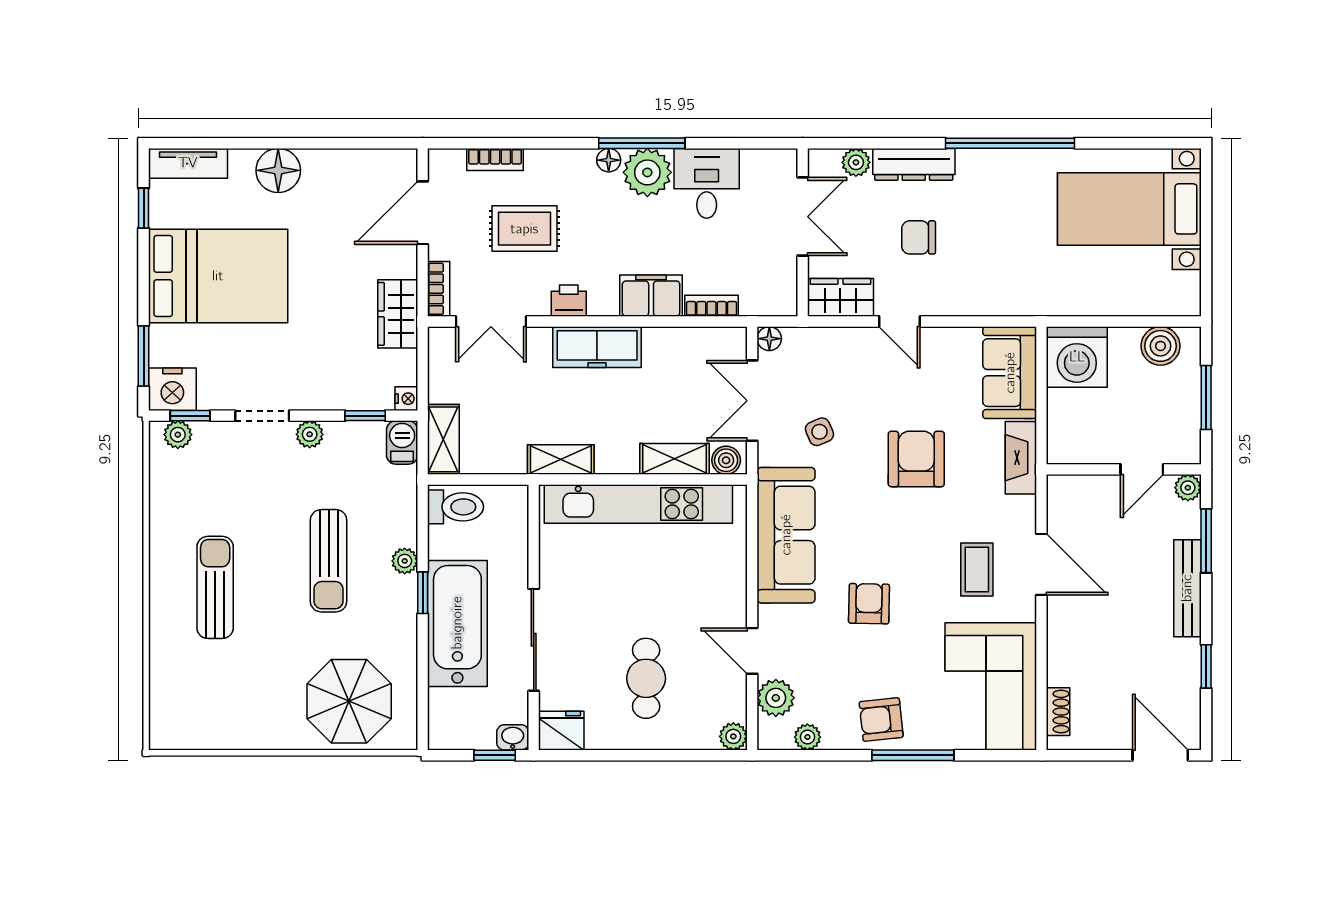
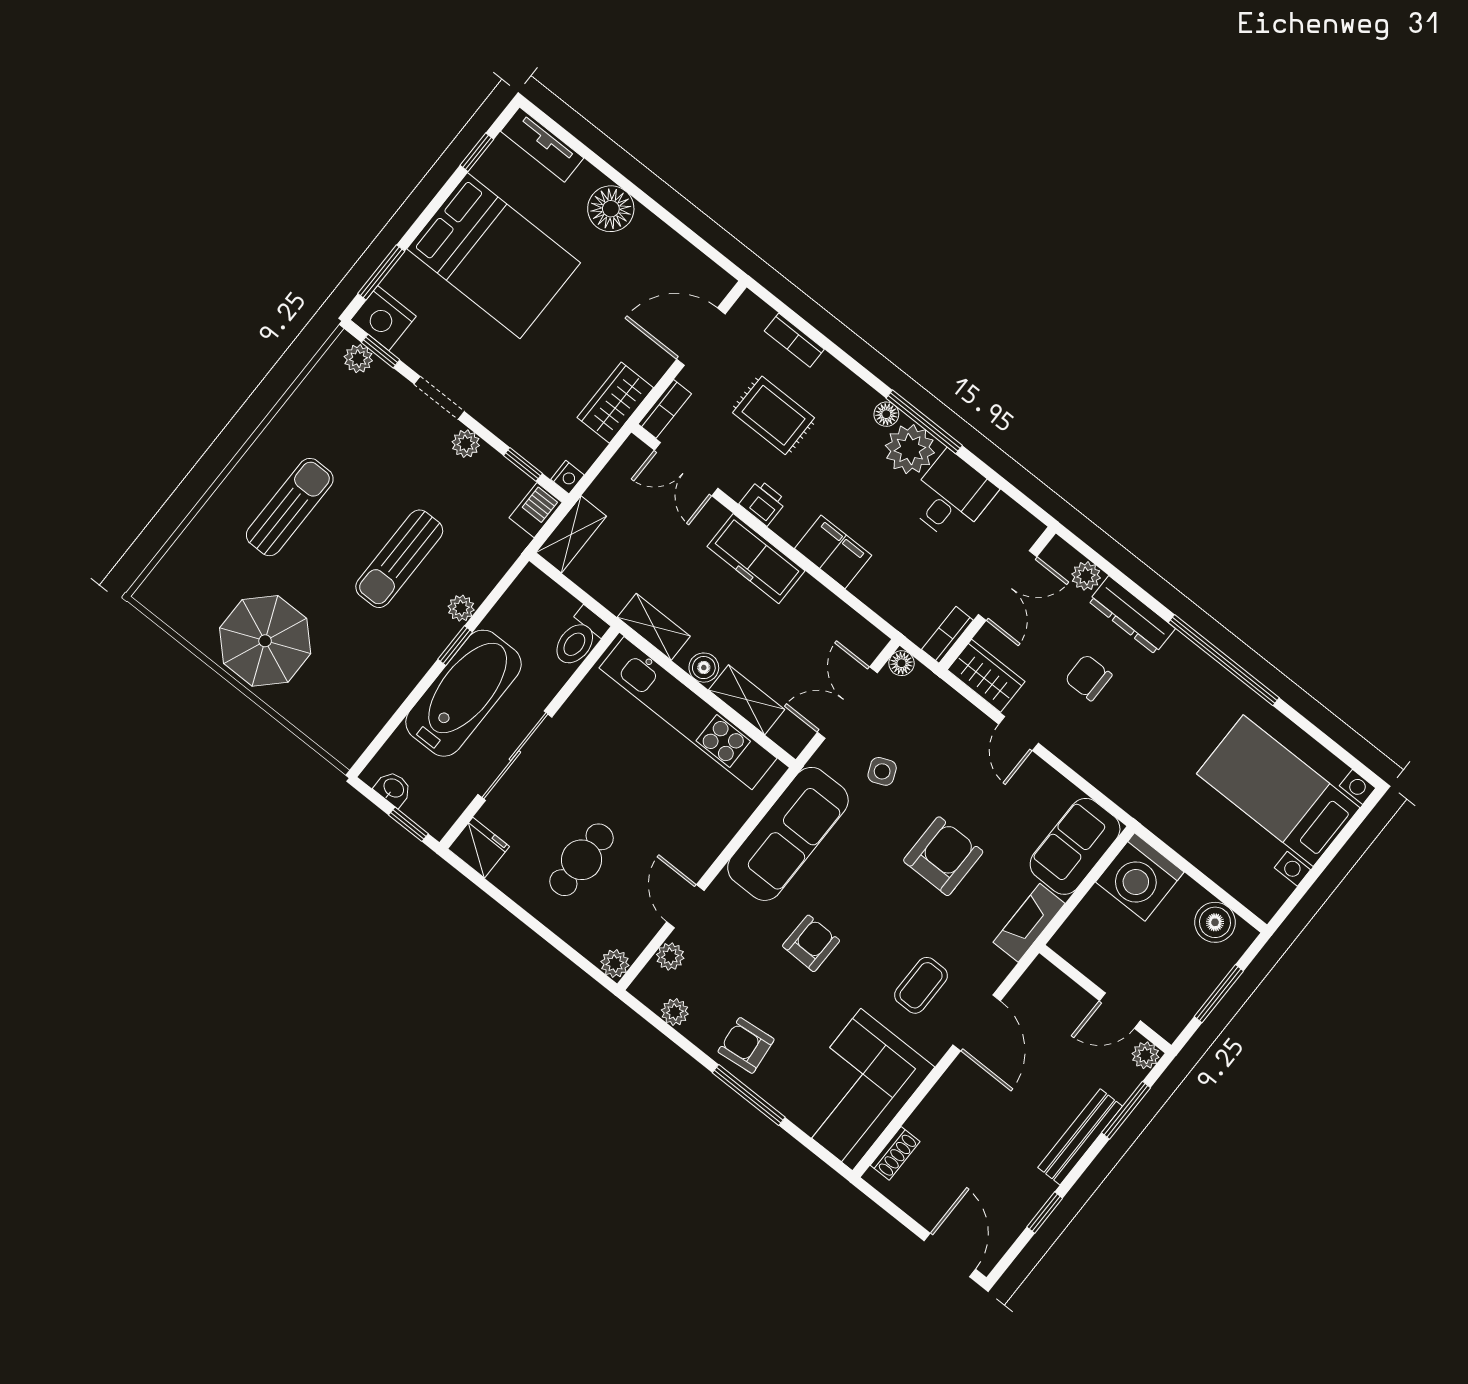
bookcase: (712, 306) -> (947, 635), moved, turned -90
boiler: (726, 460) -> (704, 668), moved
toilet: (456, 507) -> (579, 638), moved, turned 90
plant: (776, 698) -> (670, 956), width x0.73, depth x0.73
parasol: (349, 701) -> (265, 641), moved
washbasin: (513, 737) -> (393, 789), moved

